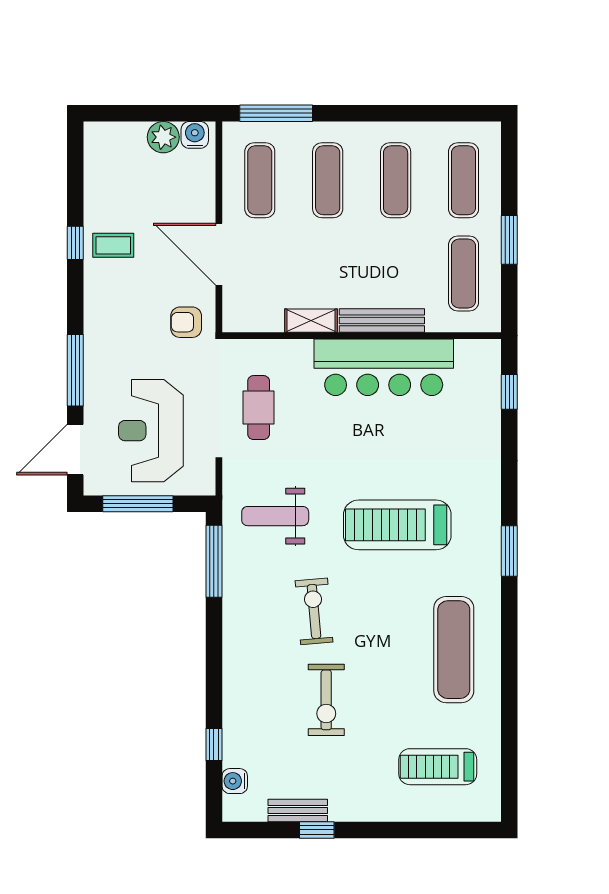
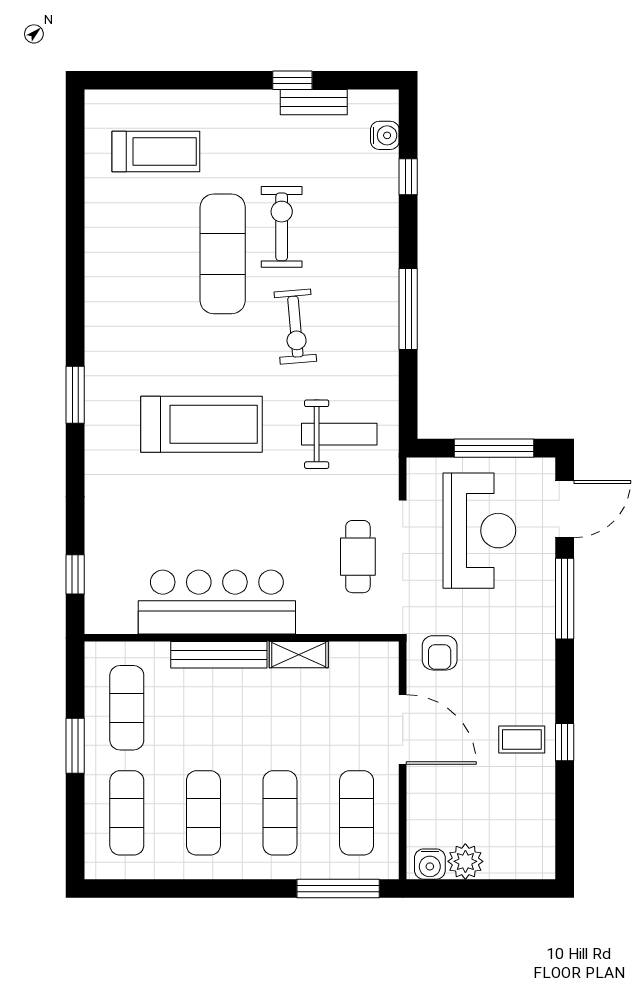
armchair: (186, 322) -> (440, 653), turned 90
window: (214, 561) -> (408, 309), moved
exercise mat: (454, 650) -> (223, 254), moved

